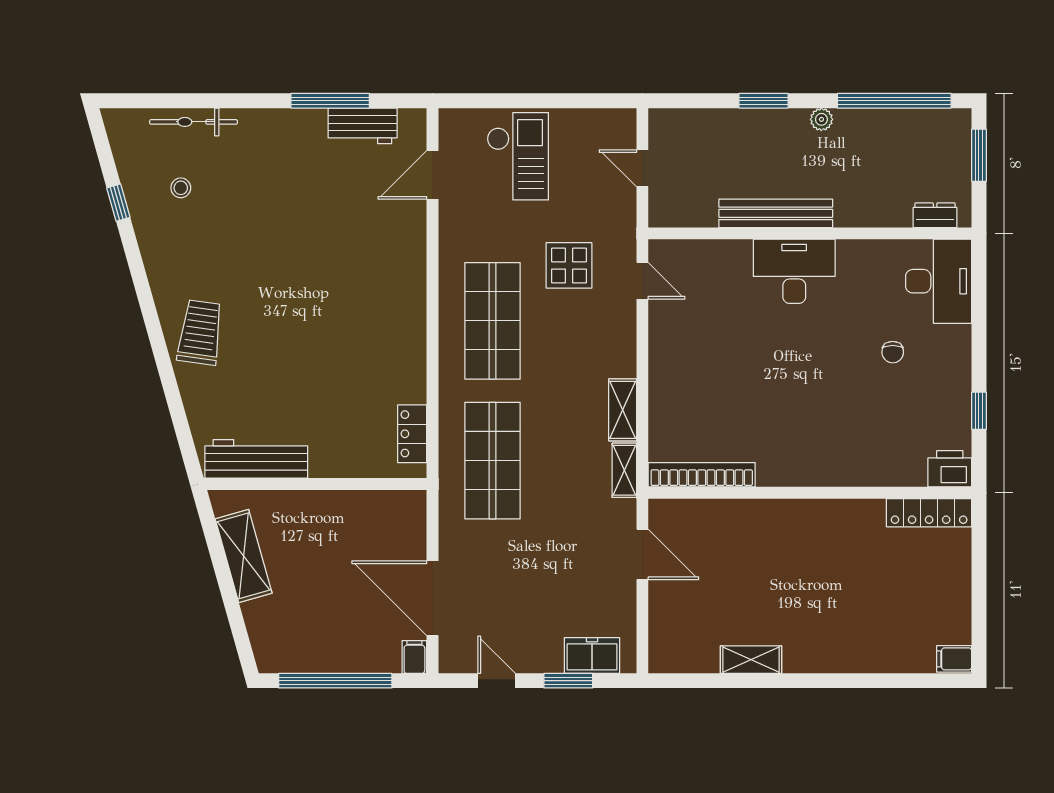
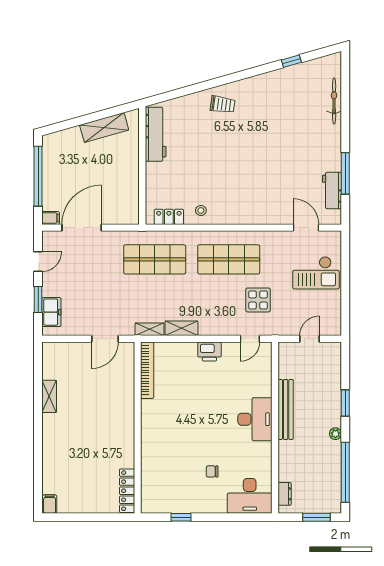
stool: (181, 188) -> (201, 210), moved
trolley: (200, 332) -> (223, 105), width x0.73, depth x0.72
printer: (950, 469) -> (209, 351), moved, turned 90

